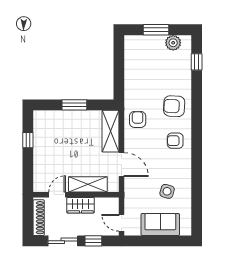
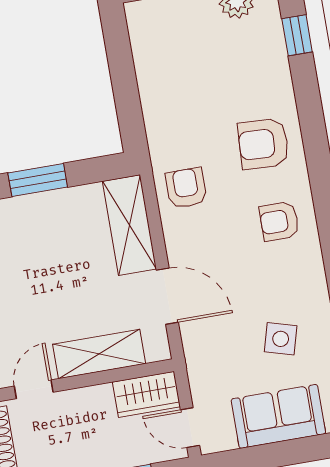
wardrobe: (80, 205) -> (146, 394), moved

